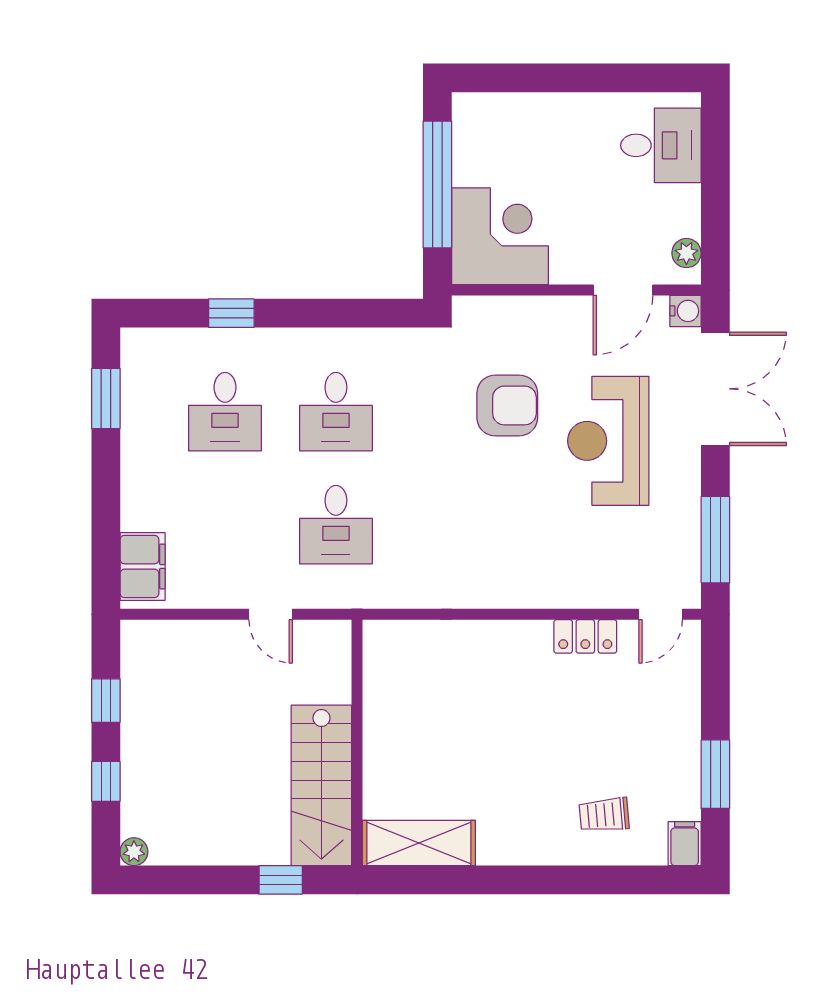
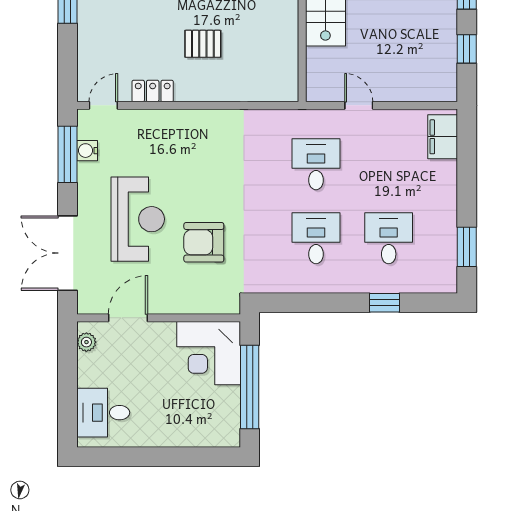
water cooler: (685, 311) -> (87, 151), moved
pallet: (509, 709) -> (203, 44), added

